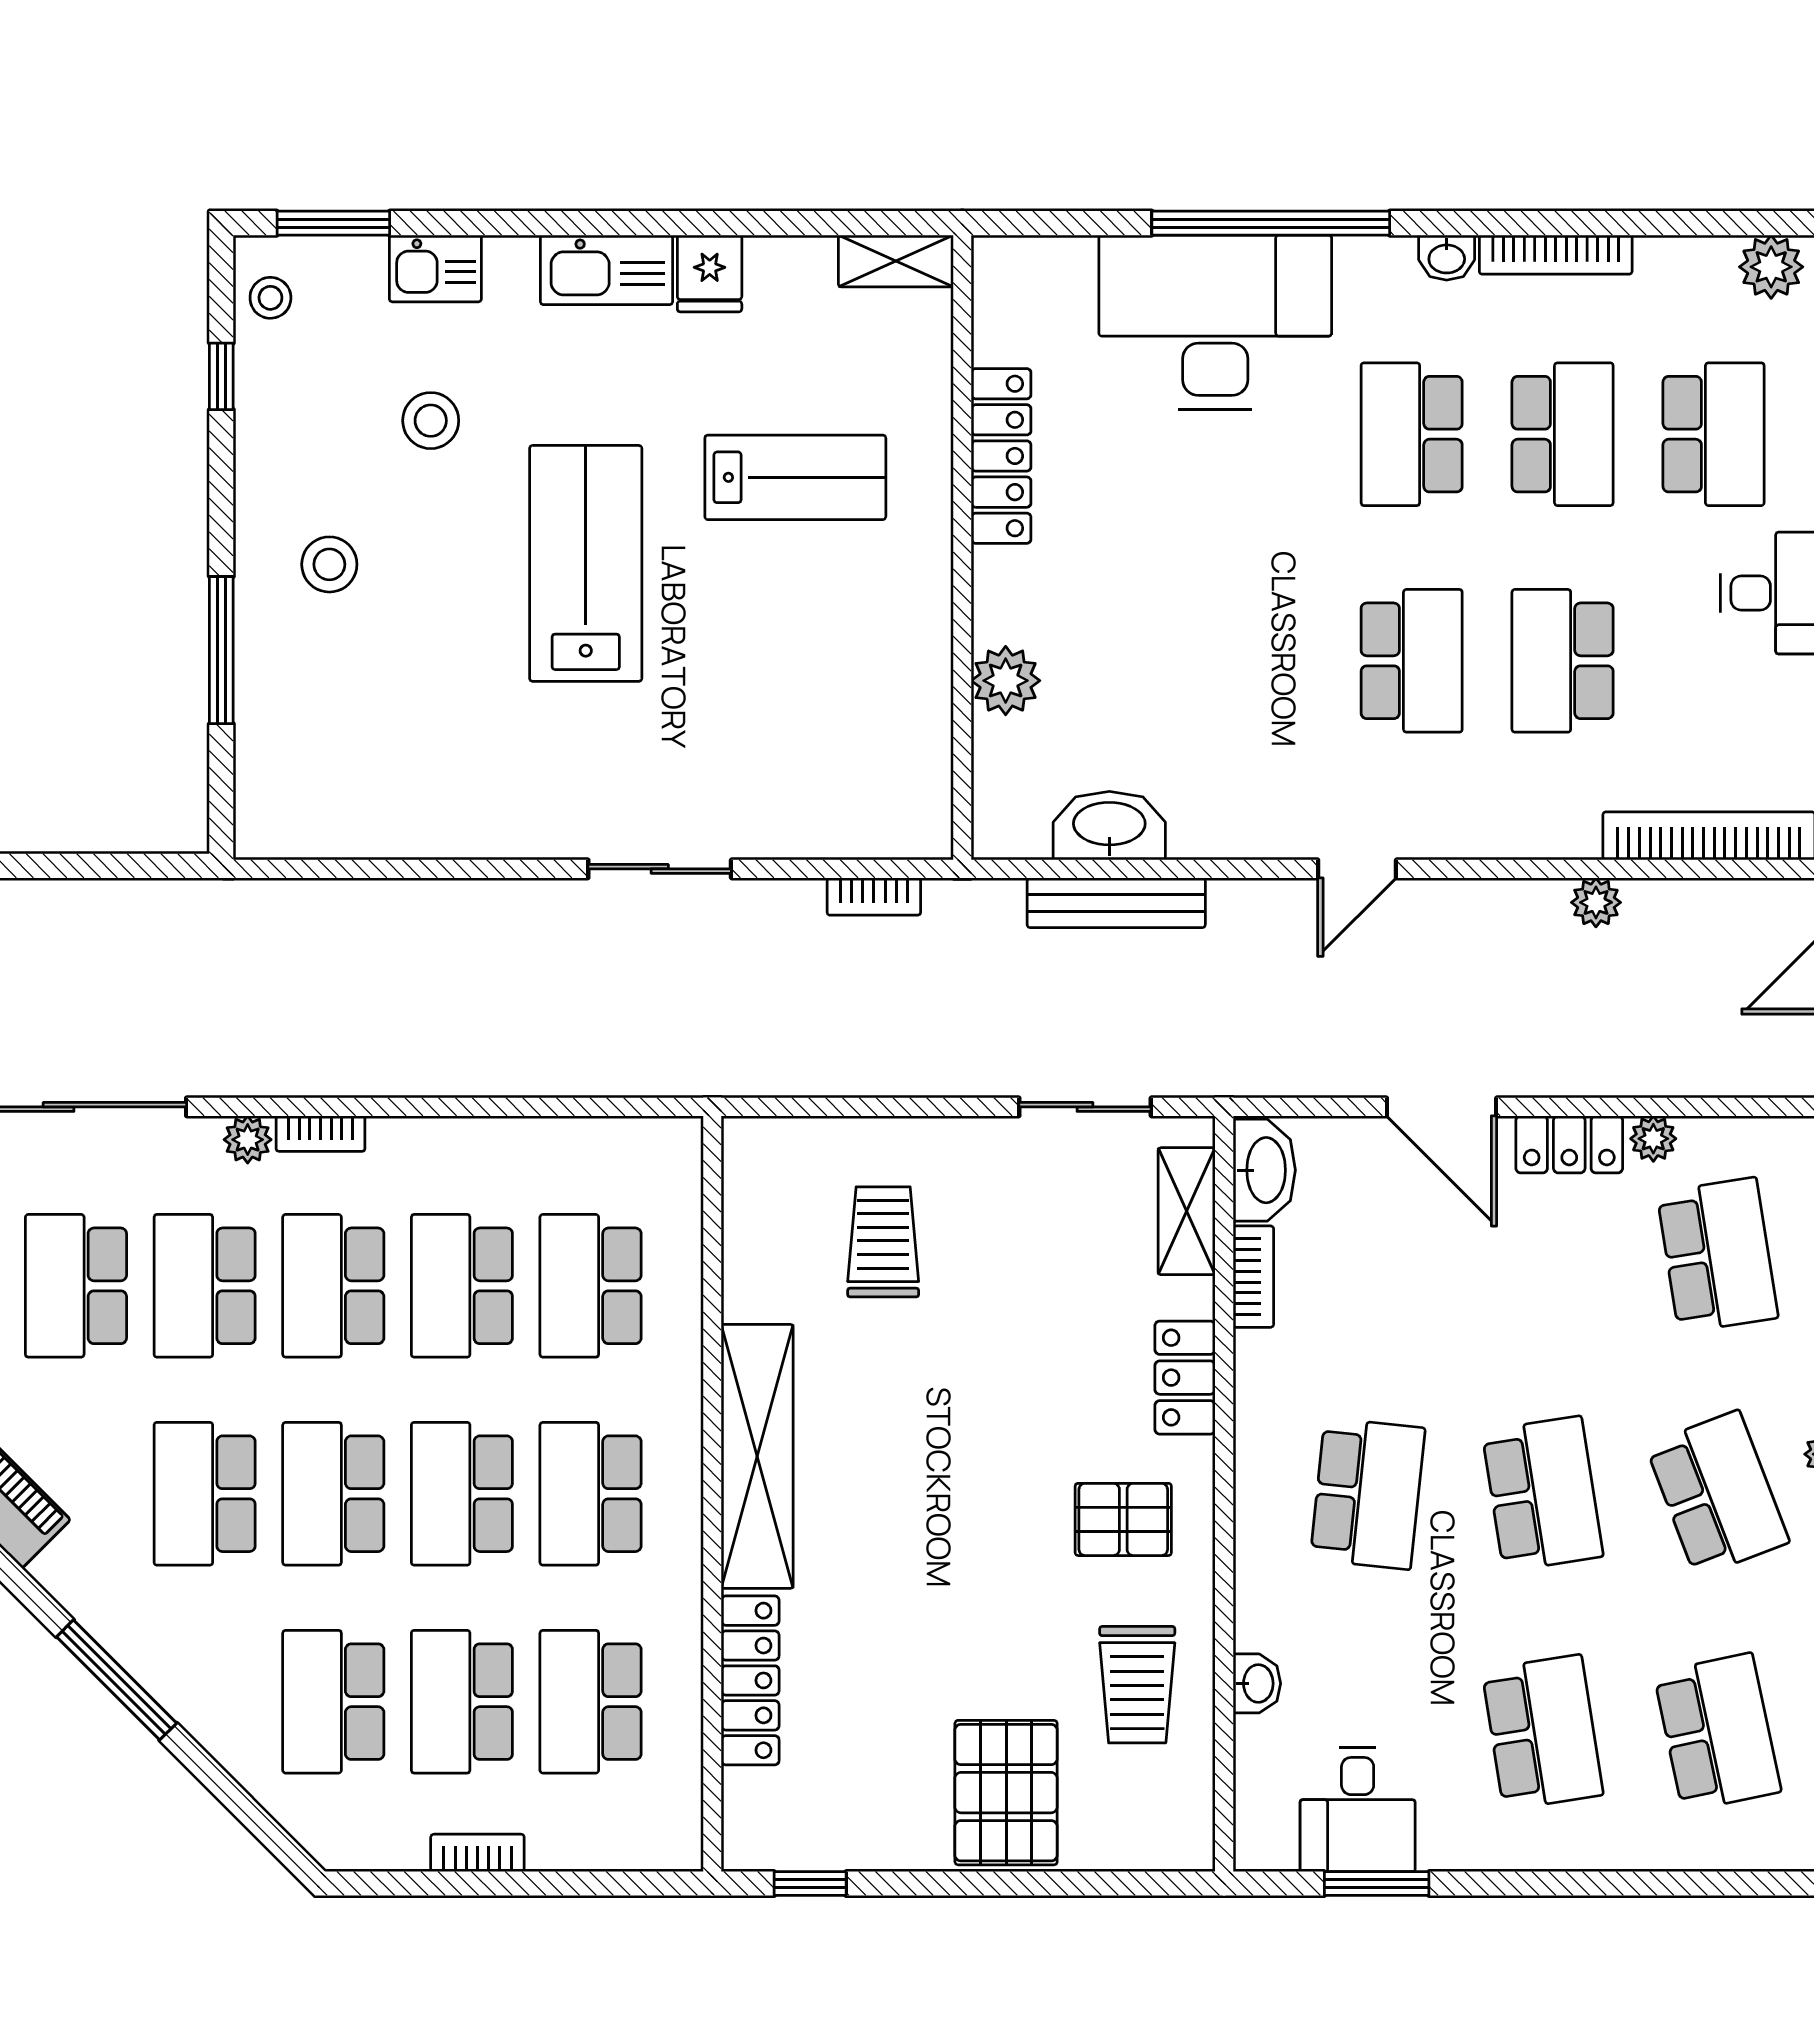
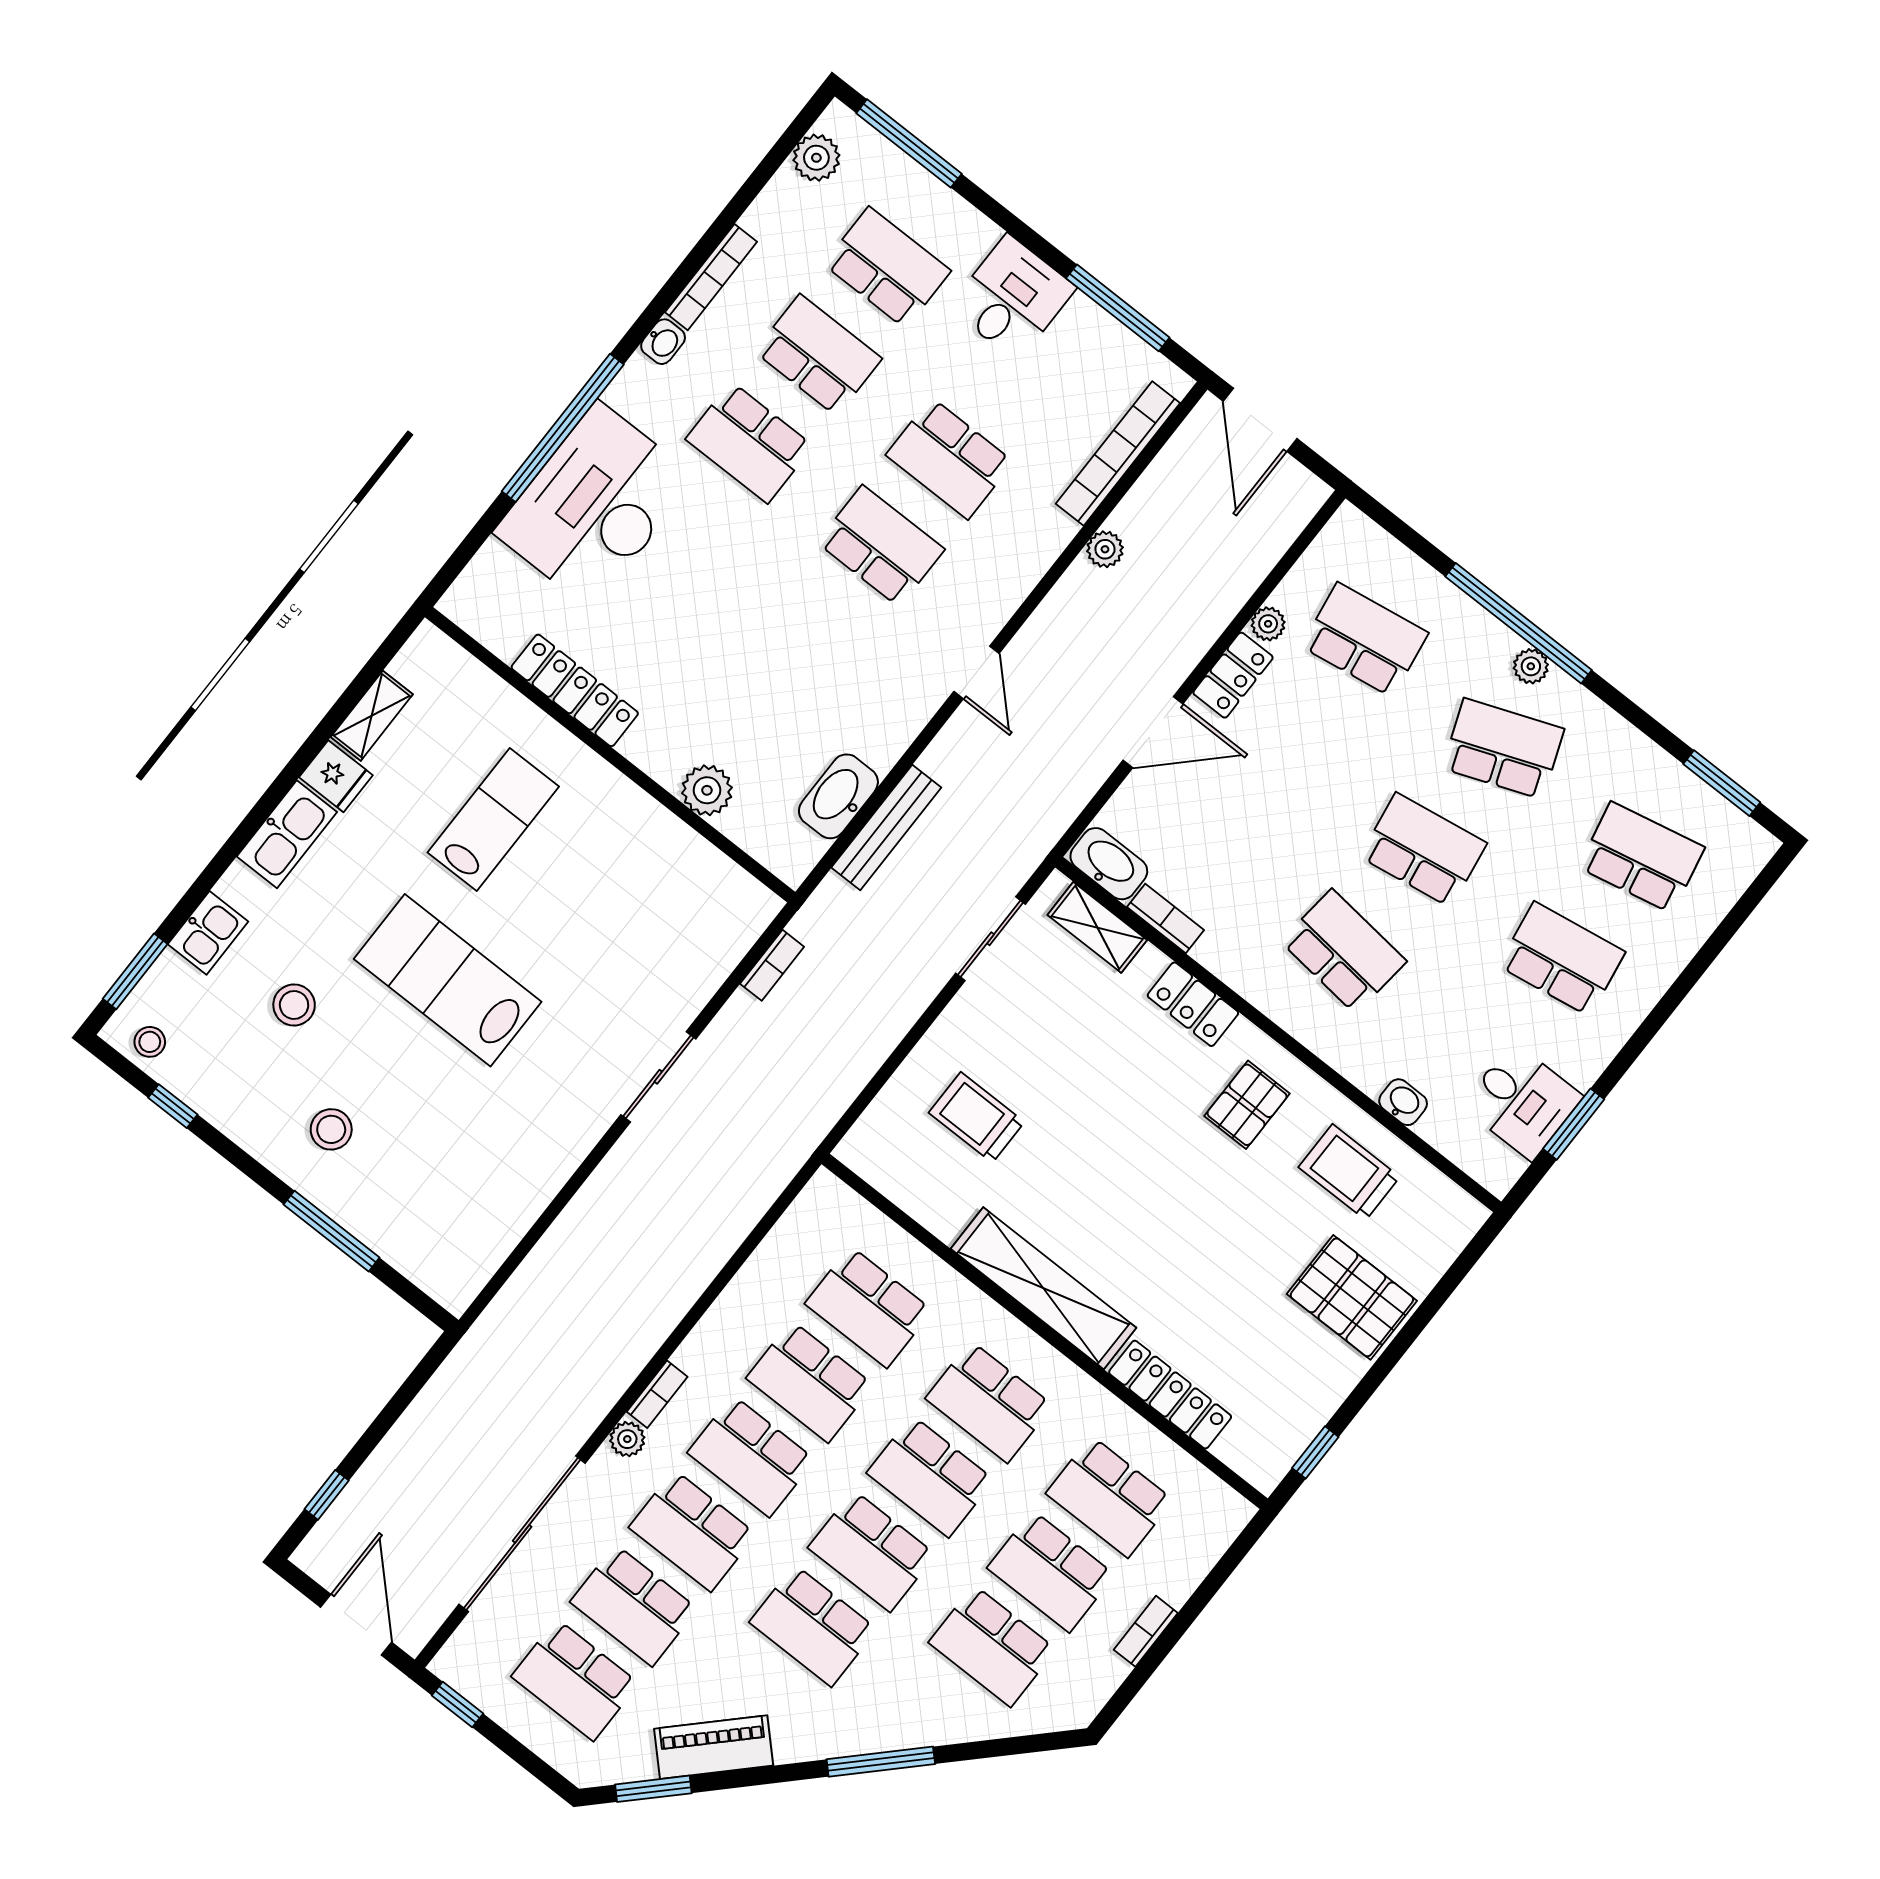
shelving: (896, 261) -> (372, 716), moved
trolley: (1137, 1685) -> (1349, 1172), turned 180

